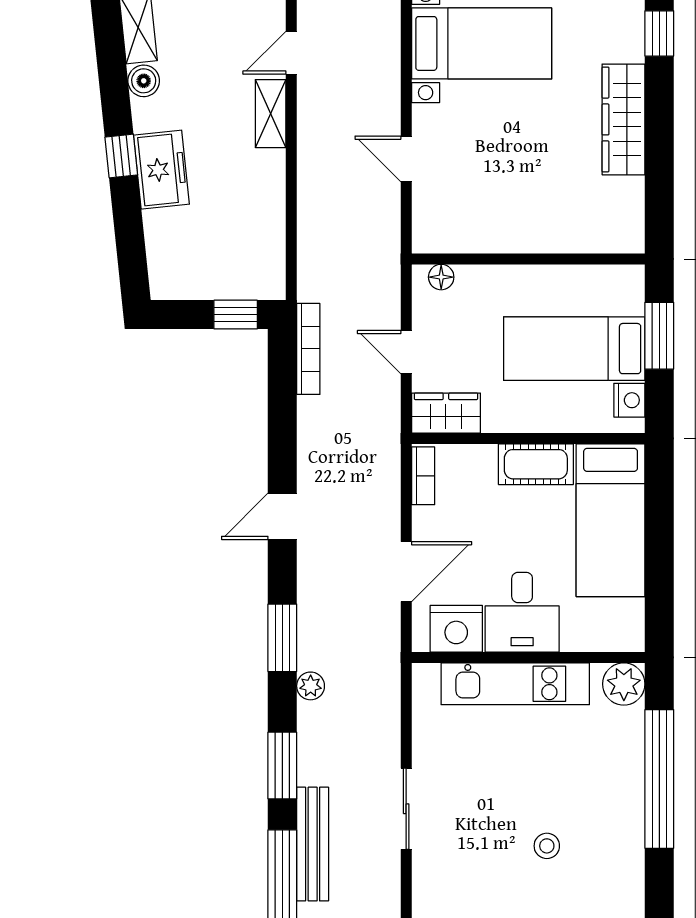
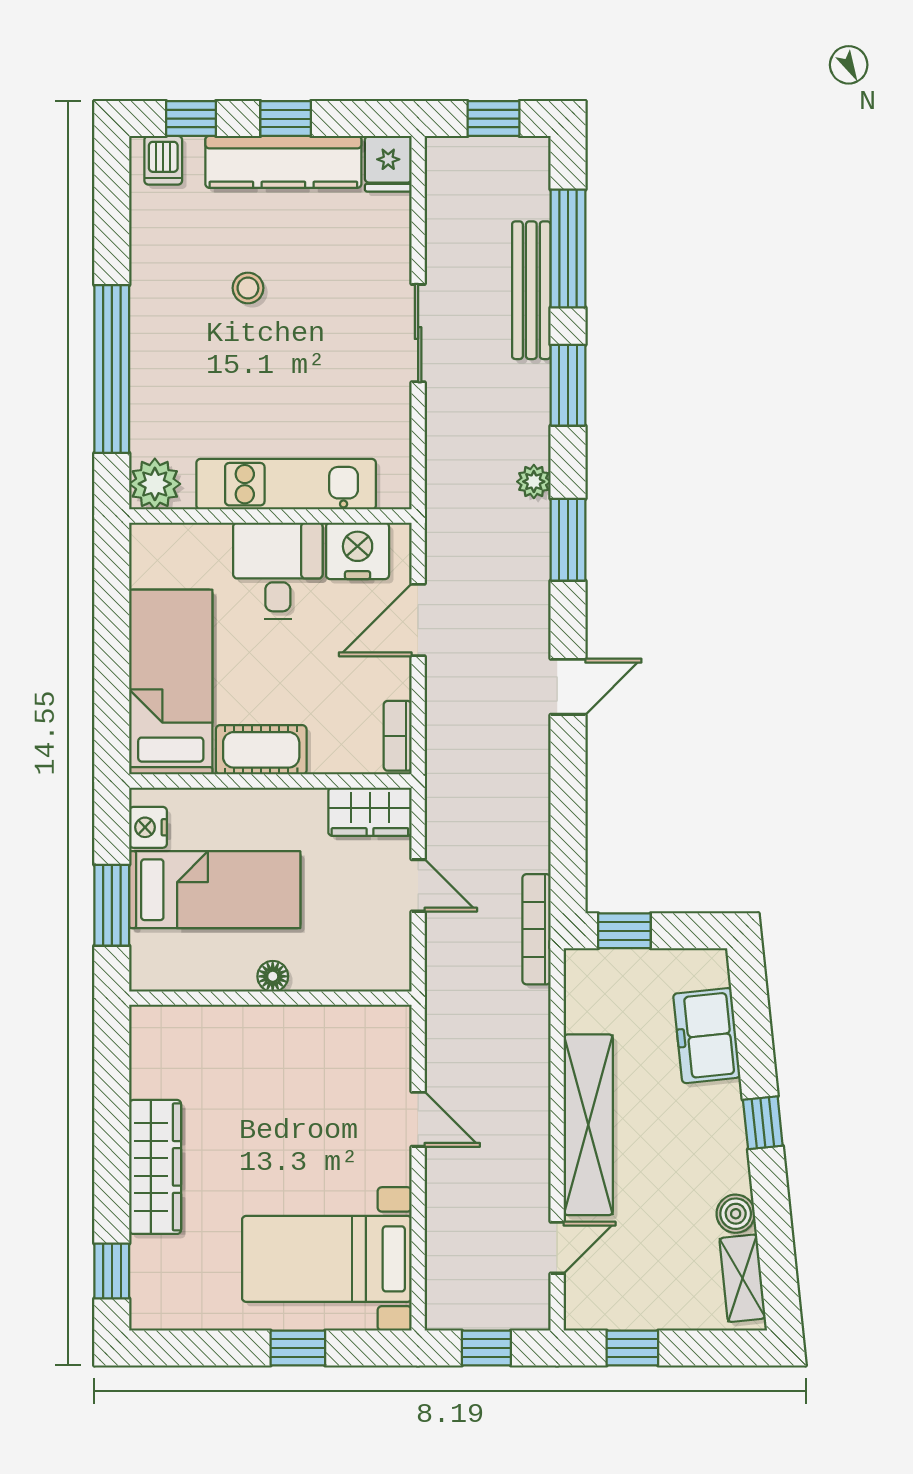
shelving: (271, 114) -> (588, 1125), width x2.20, depth x1.33
freezer: (161, 170) -> (707, 1036), moved
floor lamp: (441, 277) -> (273, 976), moved
bookcase: (308, 349) -> (536, 929), moved

